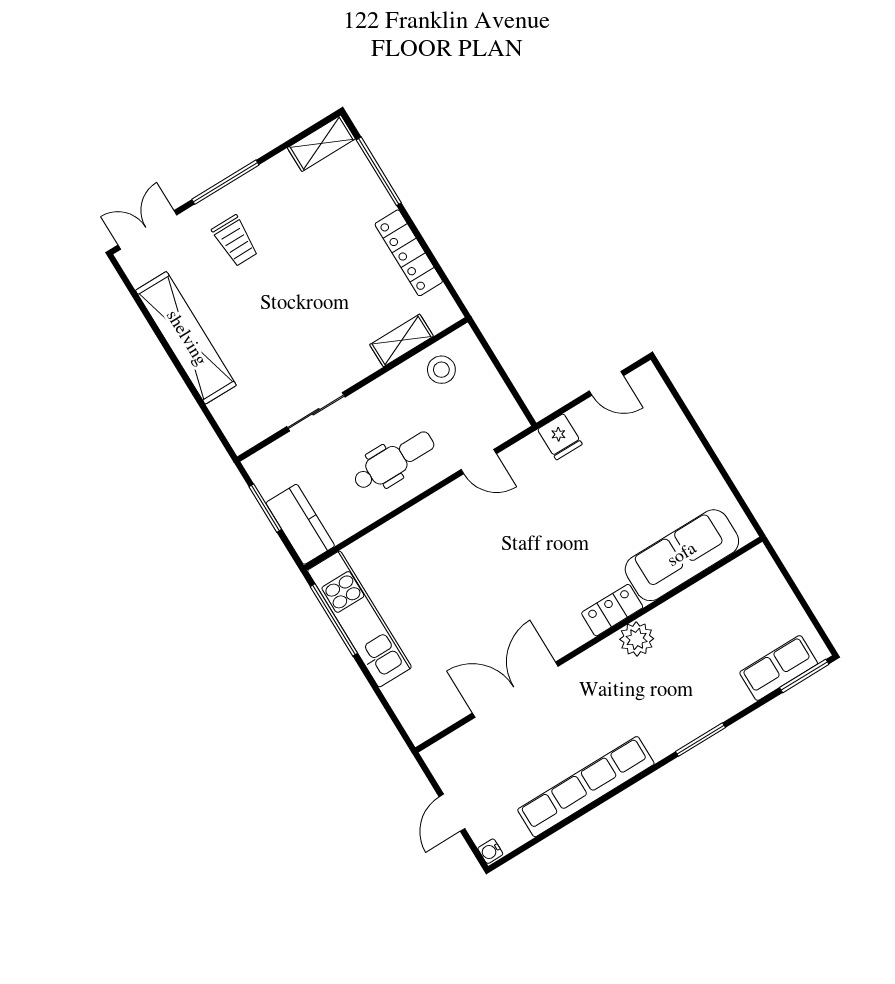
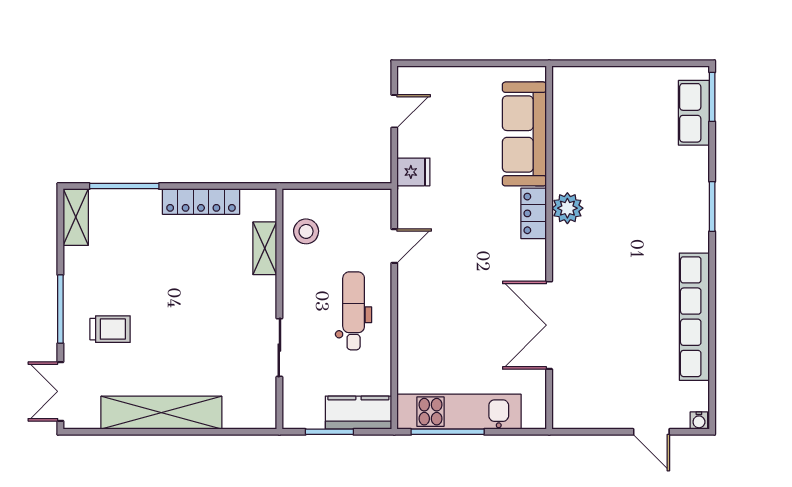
sofa: (682, 555) -> (524, 134), moved
locker: (612, 610) -> (534, 213), moved
plant: (637, 639) -> (567, 208), moved
wall: (589, 645) -> (549, 248), moved
double door: (515, 690) -> (549, 325), moved

